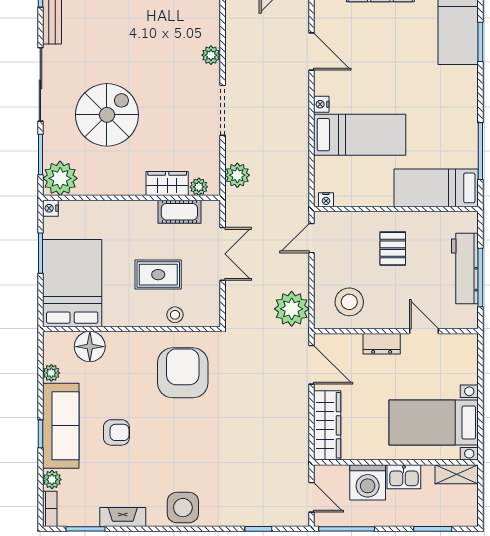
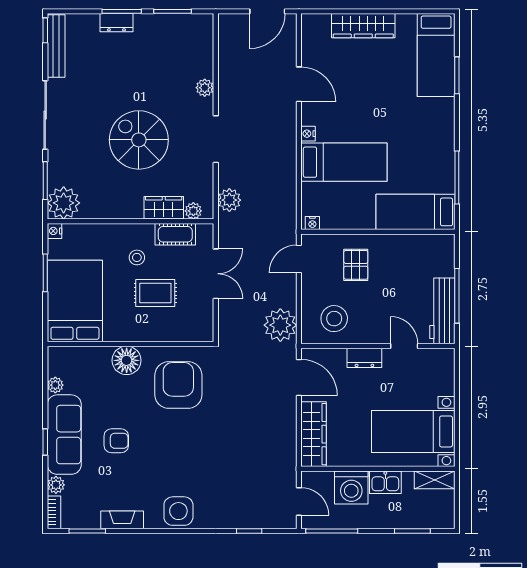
spiral stairs: (107, 115) -> (139, 140), moved, turned -90
pallet: (393, 249) -> (356, 265), moved
workbench: (465, 269) -> (442, 311), moved
stool: (175, 315) -> (137, 257), moved
floor lamp: (90, 347) -> (127, 360), moved

